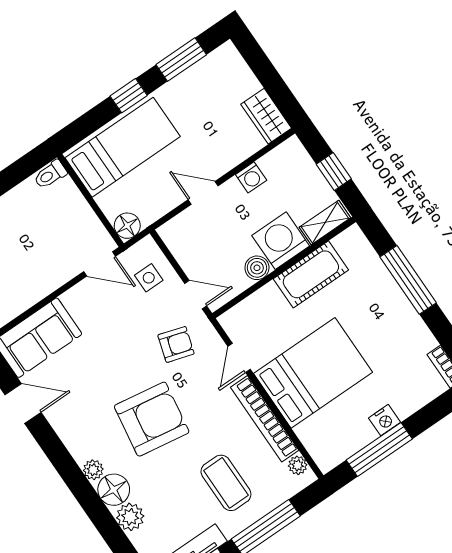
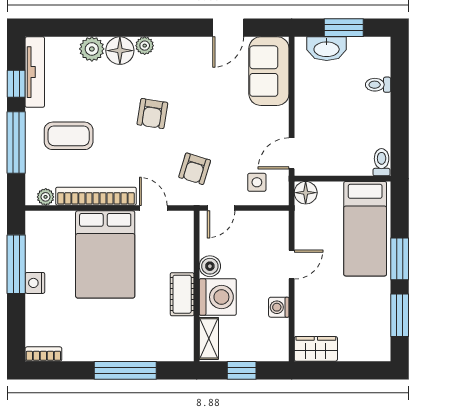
window: (129, 96) -> (400, 259), width x1.50
cot: (311, 274) -> (182, 294), width x0.73, depth x0.75
armchair: (152, 419) -> (152, 114), width x0.53, depth x0.53

